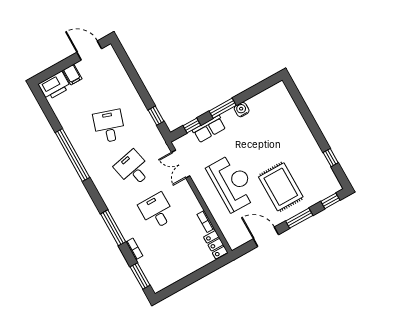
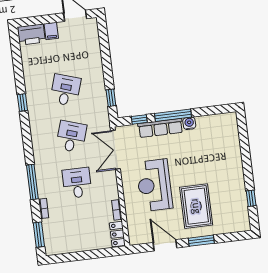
window: (223, 108) -> (173, 115), width x1.44
row of seats: (209, 129) -> (160, 128), width x1.48
window: (72, 155) -> (22, 103), width x0.32
double door: (181, 164) -> (115, 150), width x1.37
desk: (133, 169) -> (71, 137), turned 30
reception desk: (232, 183) -> (154, 185), turned 180
window: (330, 201) -> (235, 236), removed

